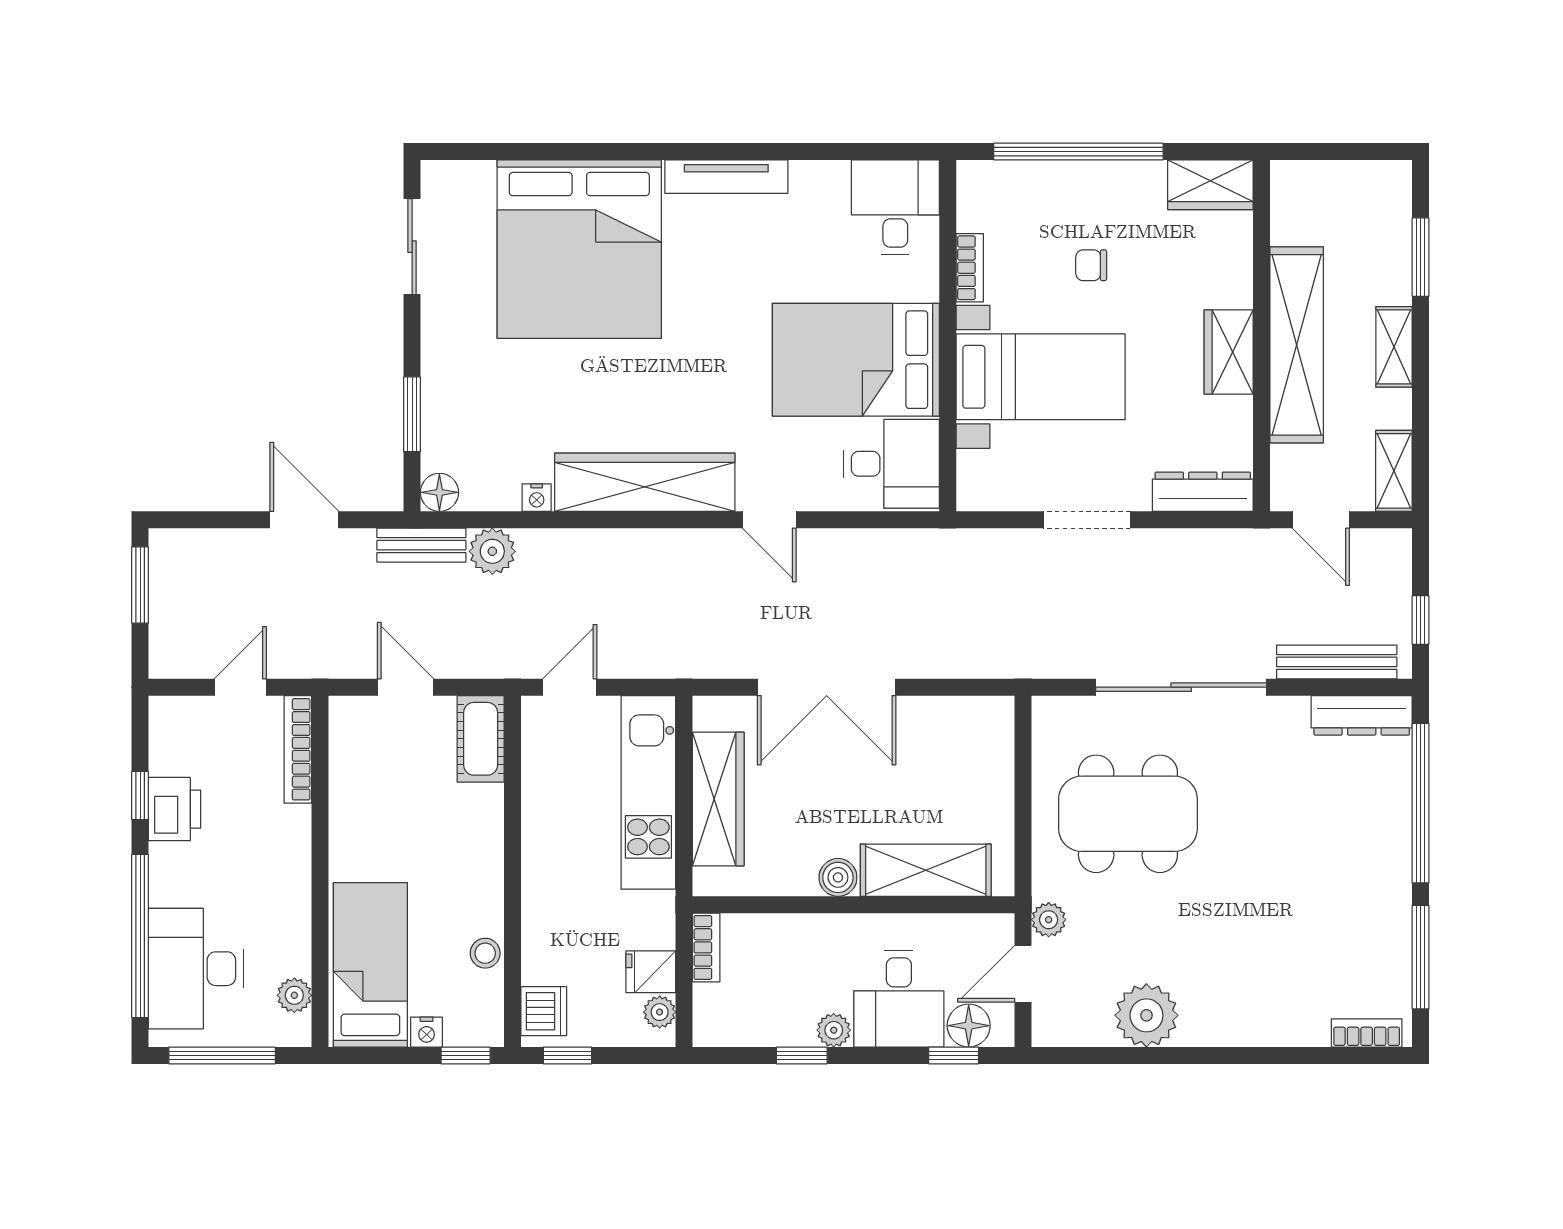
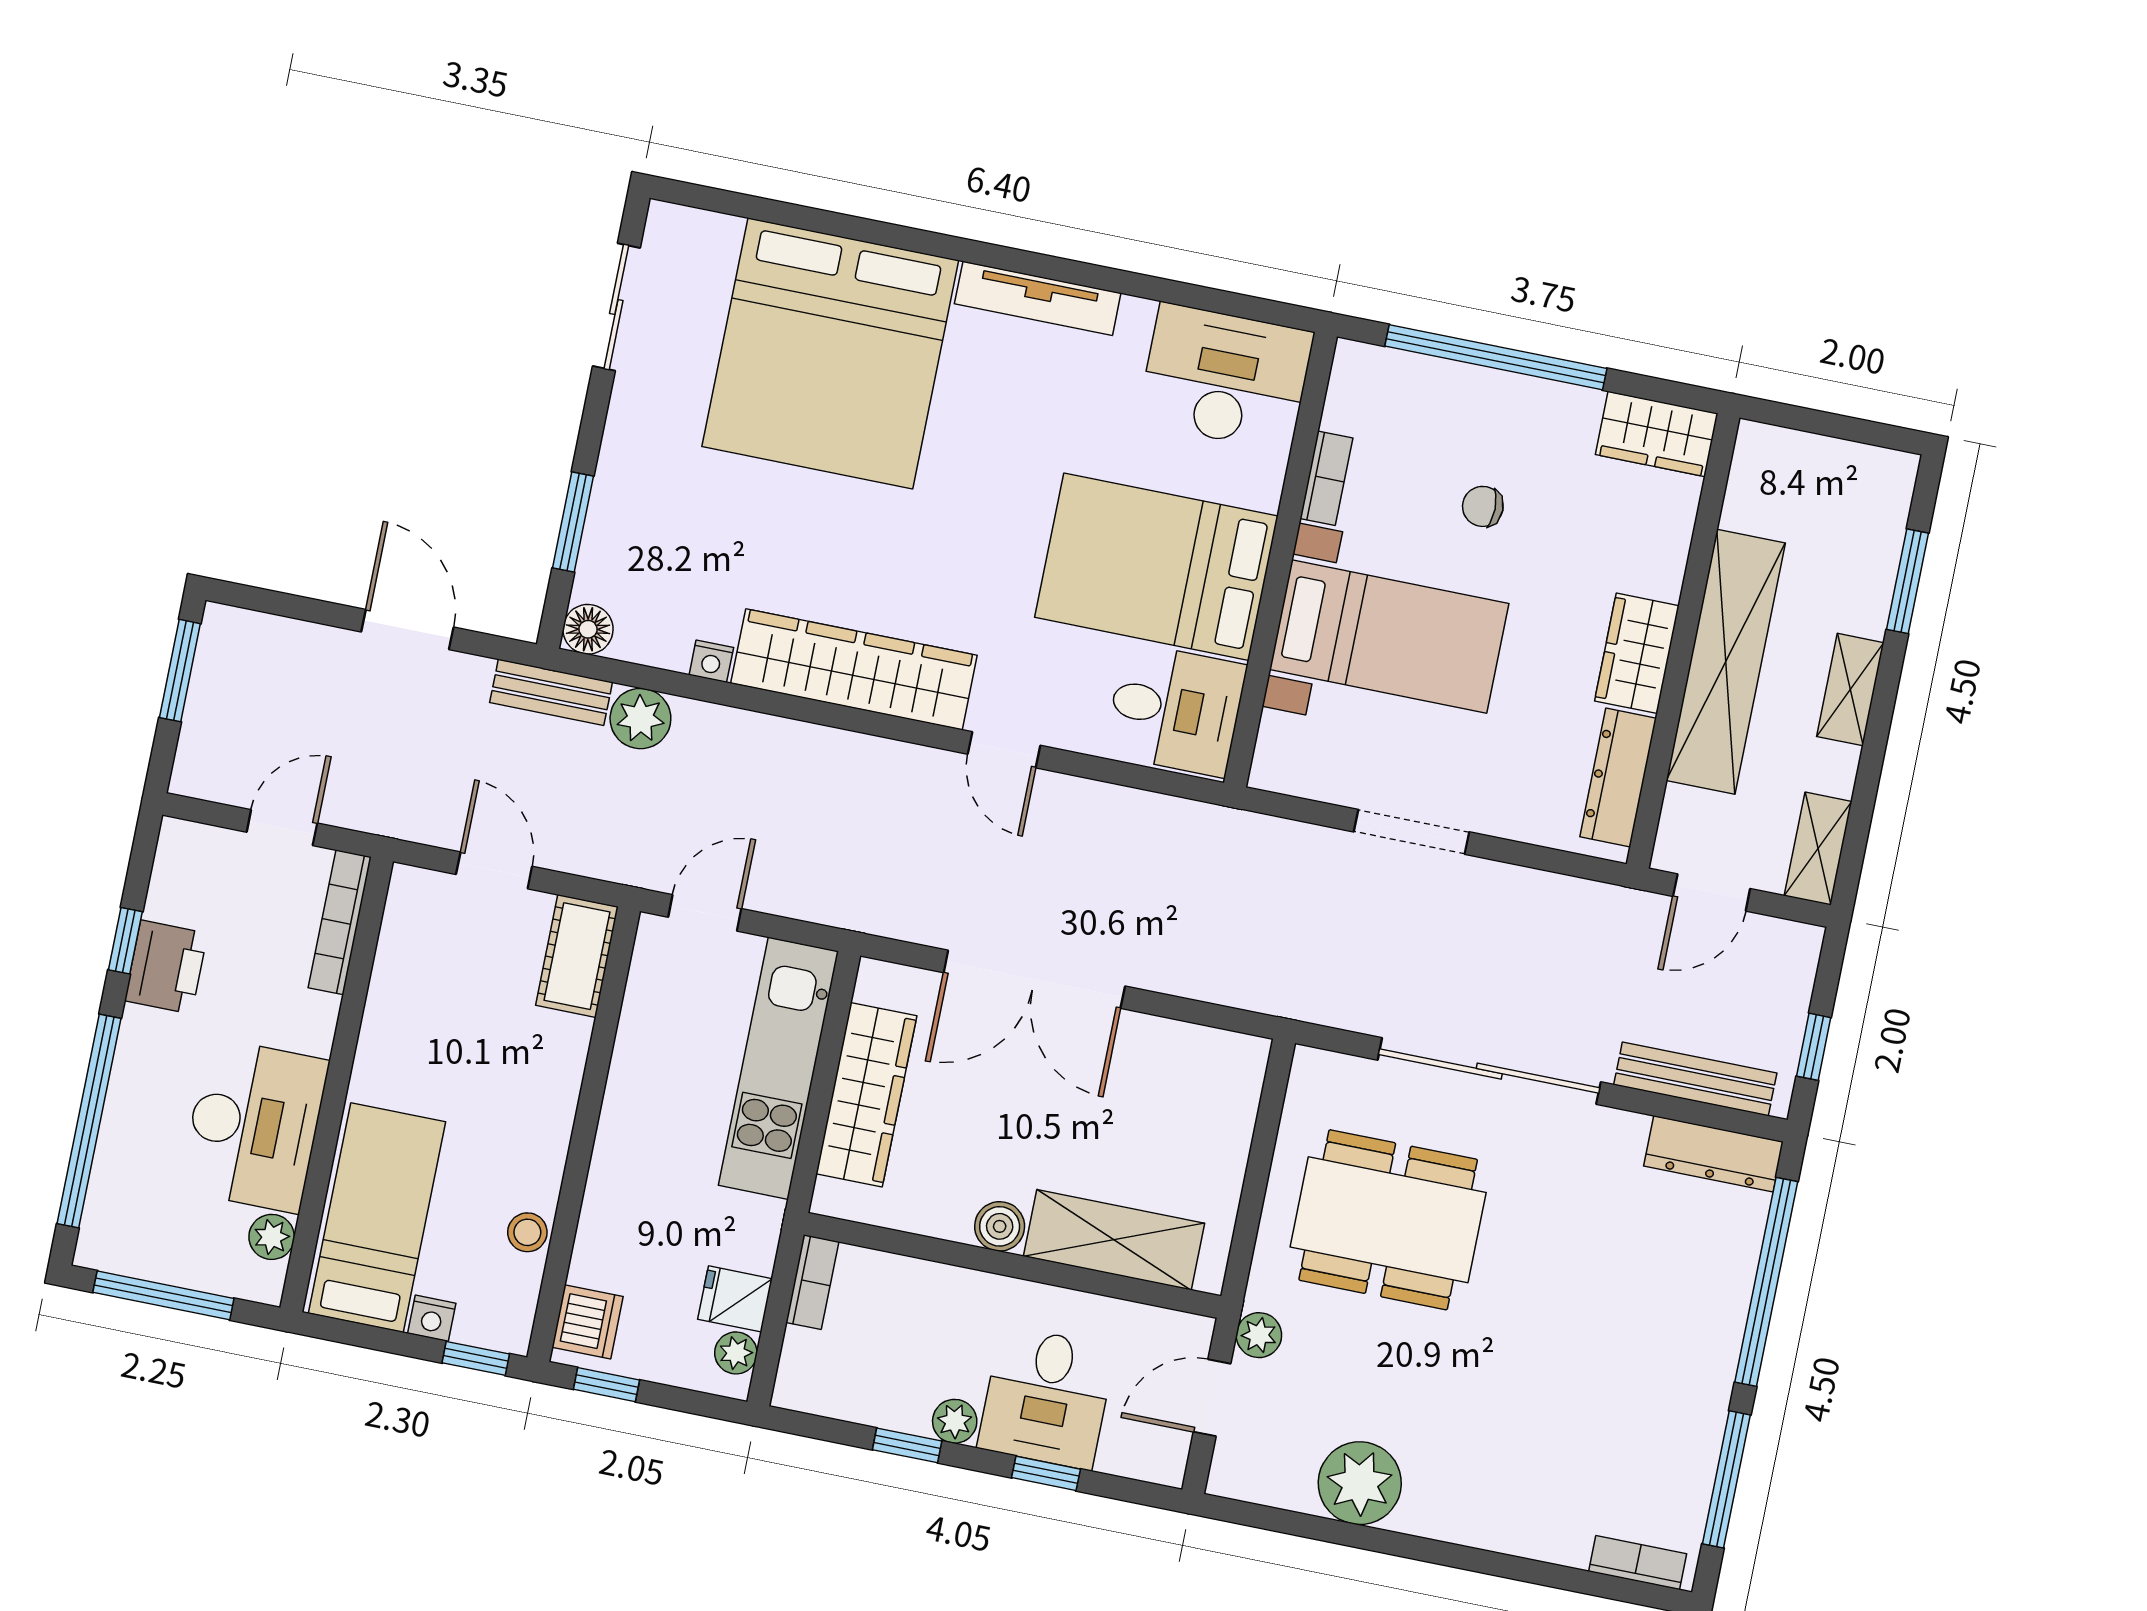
desk: (895, 207) -> (1225, 377), width x1.37
dresser: (1203, 492) -> (1618, 778), moved, turned -90
door: (1321, 520) -> (1712, 892), hinge flipped
desk: (196, 969) -> (254, 1125), moved, turned 180
floor lamp: (969, 1026) -> (1129, 1450), removed
window: (954, 1055) -> (1046, 1473), moved

